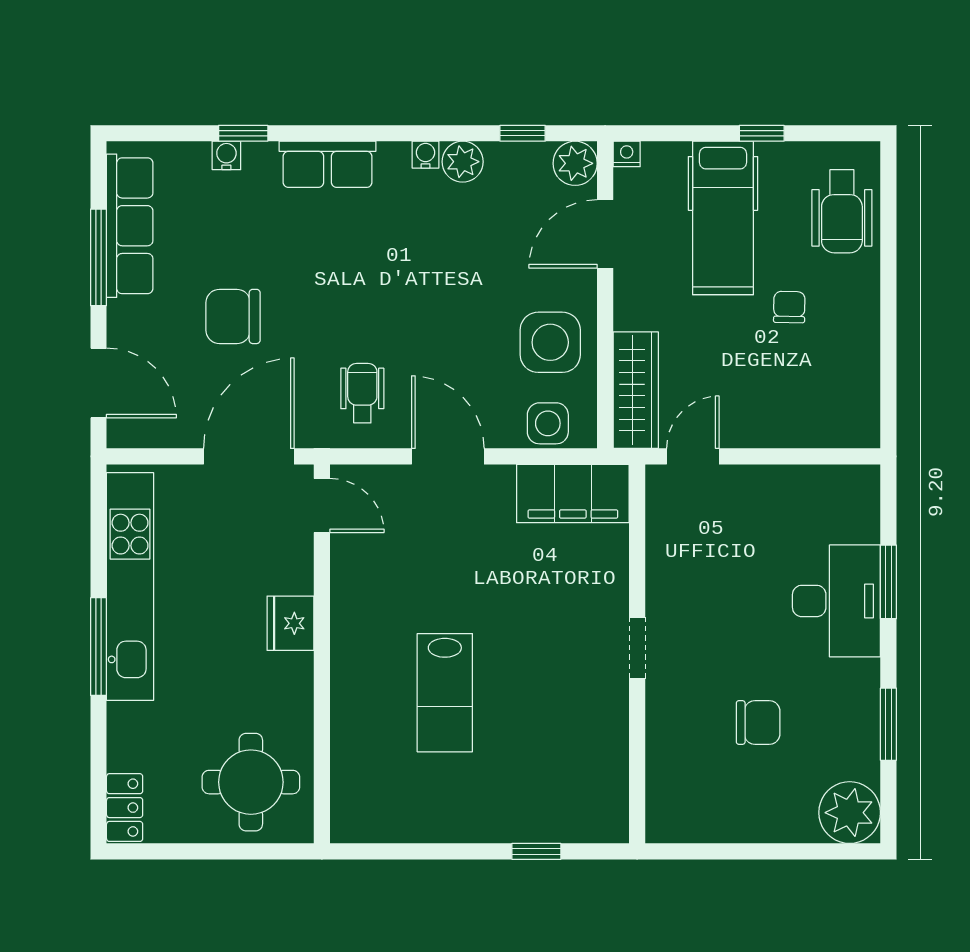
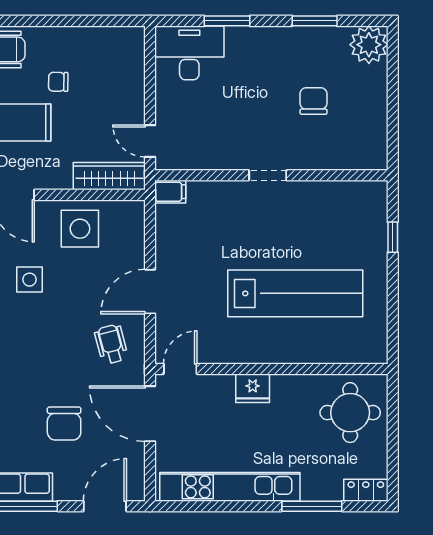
wheelchair: (362, 393) -> (111, 344), turned 75
side table: (548, 423) -> (29, 280), moved
filing cabinet: (573, 494) -> (170, 192), width x0.33, depth x0.86
desk: (836, 601) -> (189, 53), moved
window: (98, 647) -> (312, 506), moved
lab bench: (445, 693) -> (295, 293), width x1.86, depth x1.39

